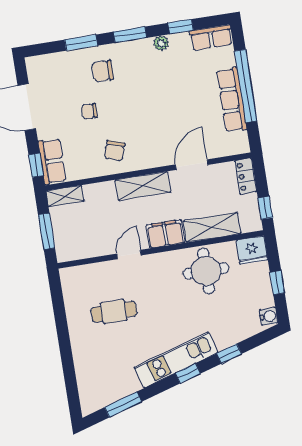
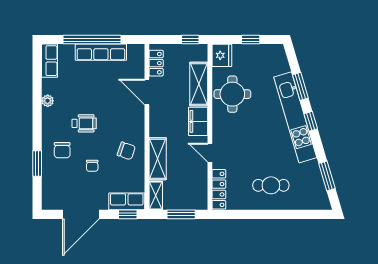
window: (181, 27) -> (37, 83), removed
window: (130, 35) -> (37, 124), removed
wheelchair: (140, 93) -> (84, 123), added
locker: (246, 176) -> (156, 63), moved, turned -90
shelving: (143, 186) -> (158, 159), moved
locker: (85, 273) -> (219, 189), added
cafe table: (114, 312) -> (271, 185), moved, turned 90
water cooler: (269, 316) -> (276, 51), removed
window: (229, 354) -> (300, 86), width x1.50
kitchen unit: (176, 360) -> (295, 117), width x1.36

